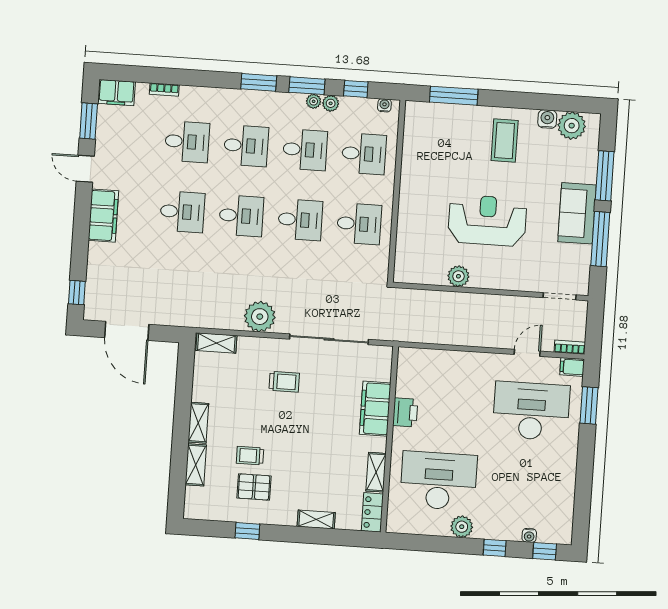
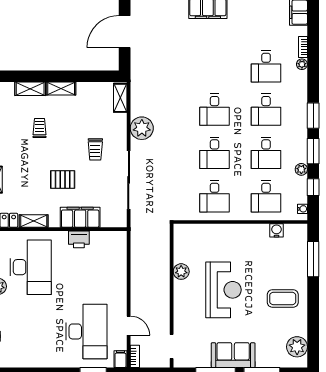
plant: (314, 101) -> (302, 64), moved
water cooler: (547, 119) -> (276, 230), moved, turned -90
desk: (182, 212) -> (215, 66), removed
pallet: (254, 487) -> (63, 179), moved, turned 90

